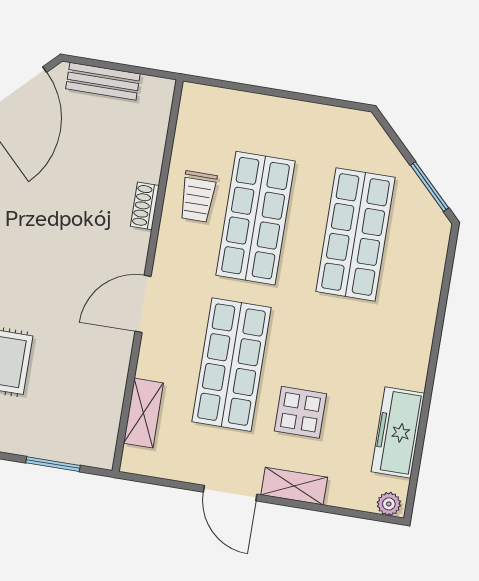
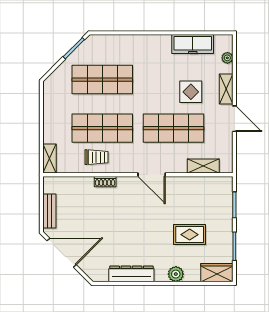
shelving: (211, 99) -> (49, 159), added
door: (230, 493) -> (234, 119), hinge flipped
plant: (389, 504) -> (227, 58), moved

